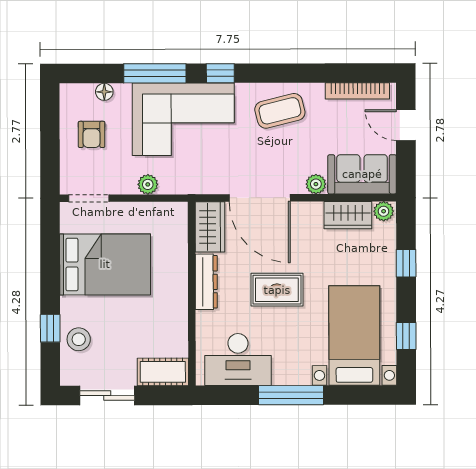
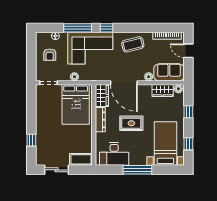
bed: (105, 264) -> (76, 104), moved, turned 90
stool: (79, 339) -> (44, 145), removed

